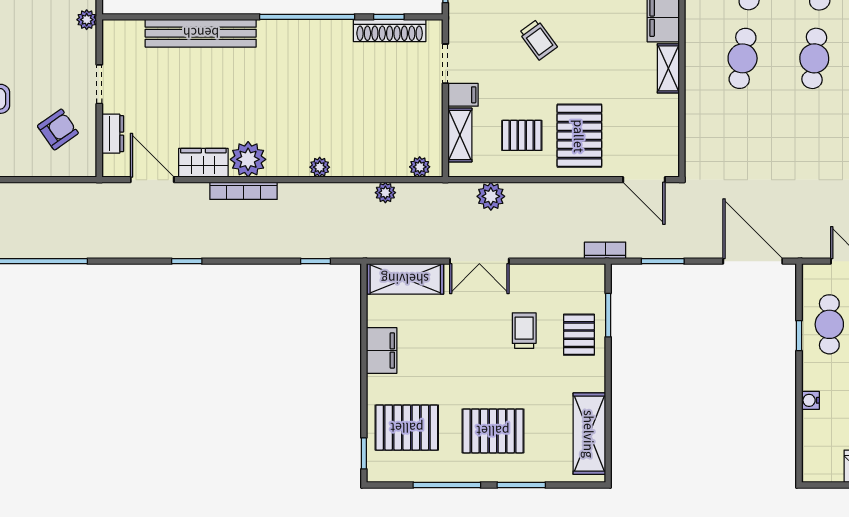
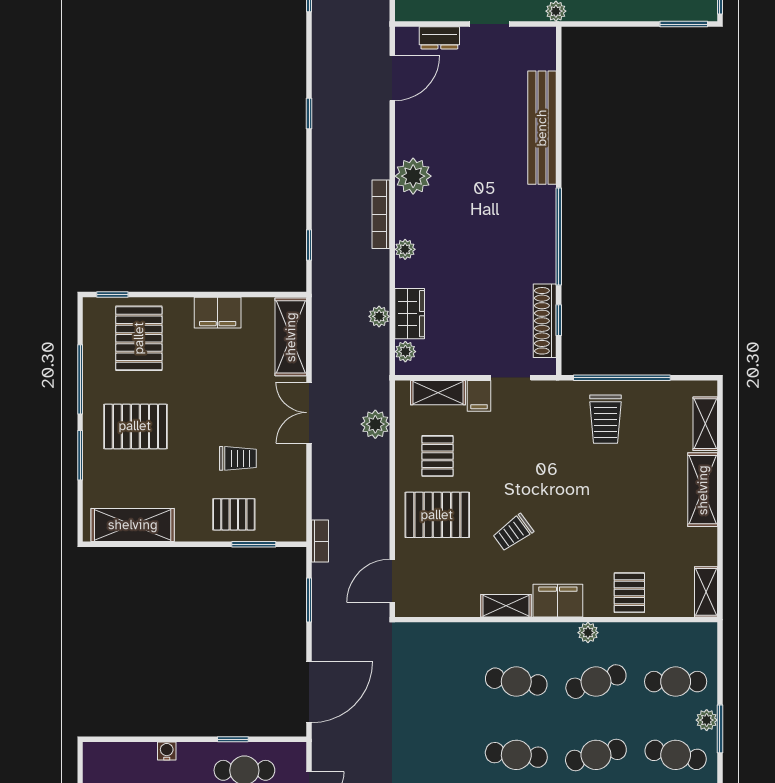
trolley: (538, 40) -> (513, 533), moved
wardrobe: (203, 163) -> (410, 314), moved
bookcase: (244, 191) -> (381, 214), moved
pallet: (493, 431) -> (135, 426), turned 90

